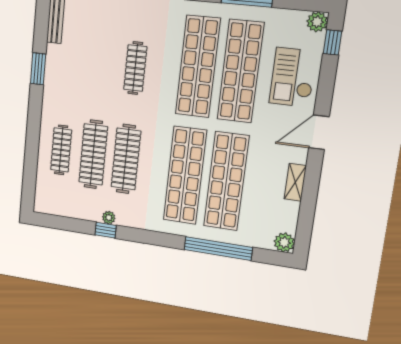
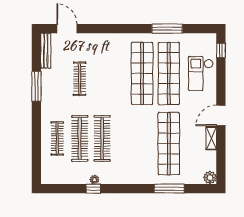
plant: (317, 22) -> (210, 39), removed
clothes rail: (135, 68) -> (80, 79), moved
window: (38, 69) -> (36, 86), width x1.44
door: (319, 132) -> (221, 115), moved
shop shelf: (185, 175) -> (142, 144), removed
window: (218, 248) -> (169, 189), width x0.68

